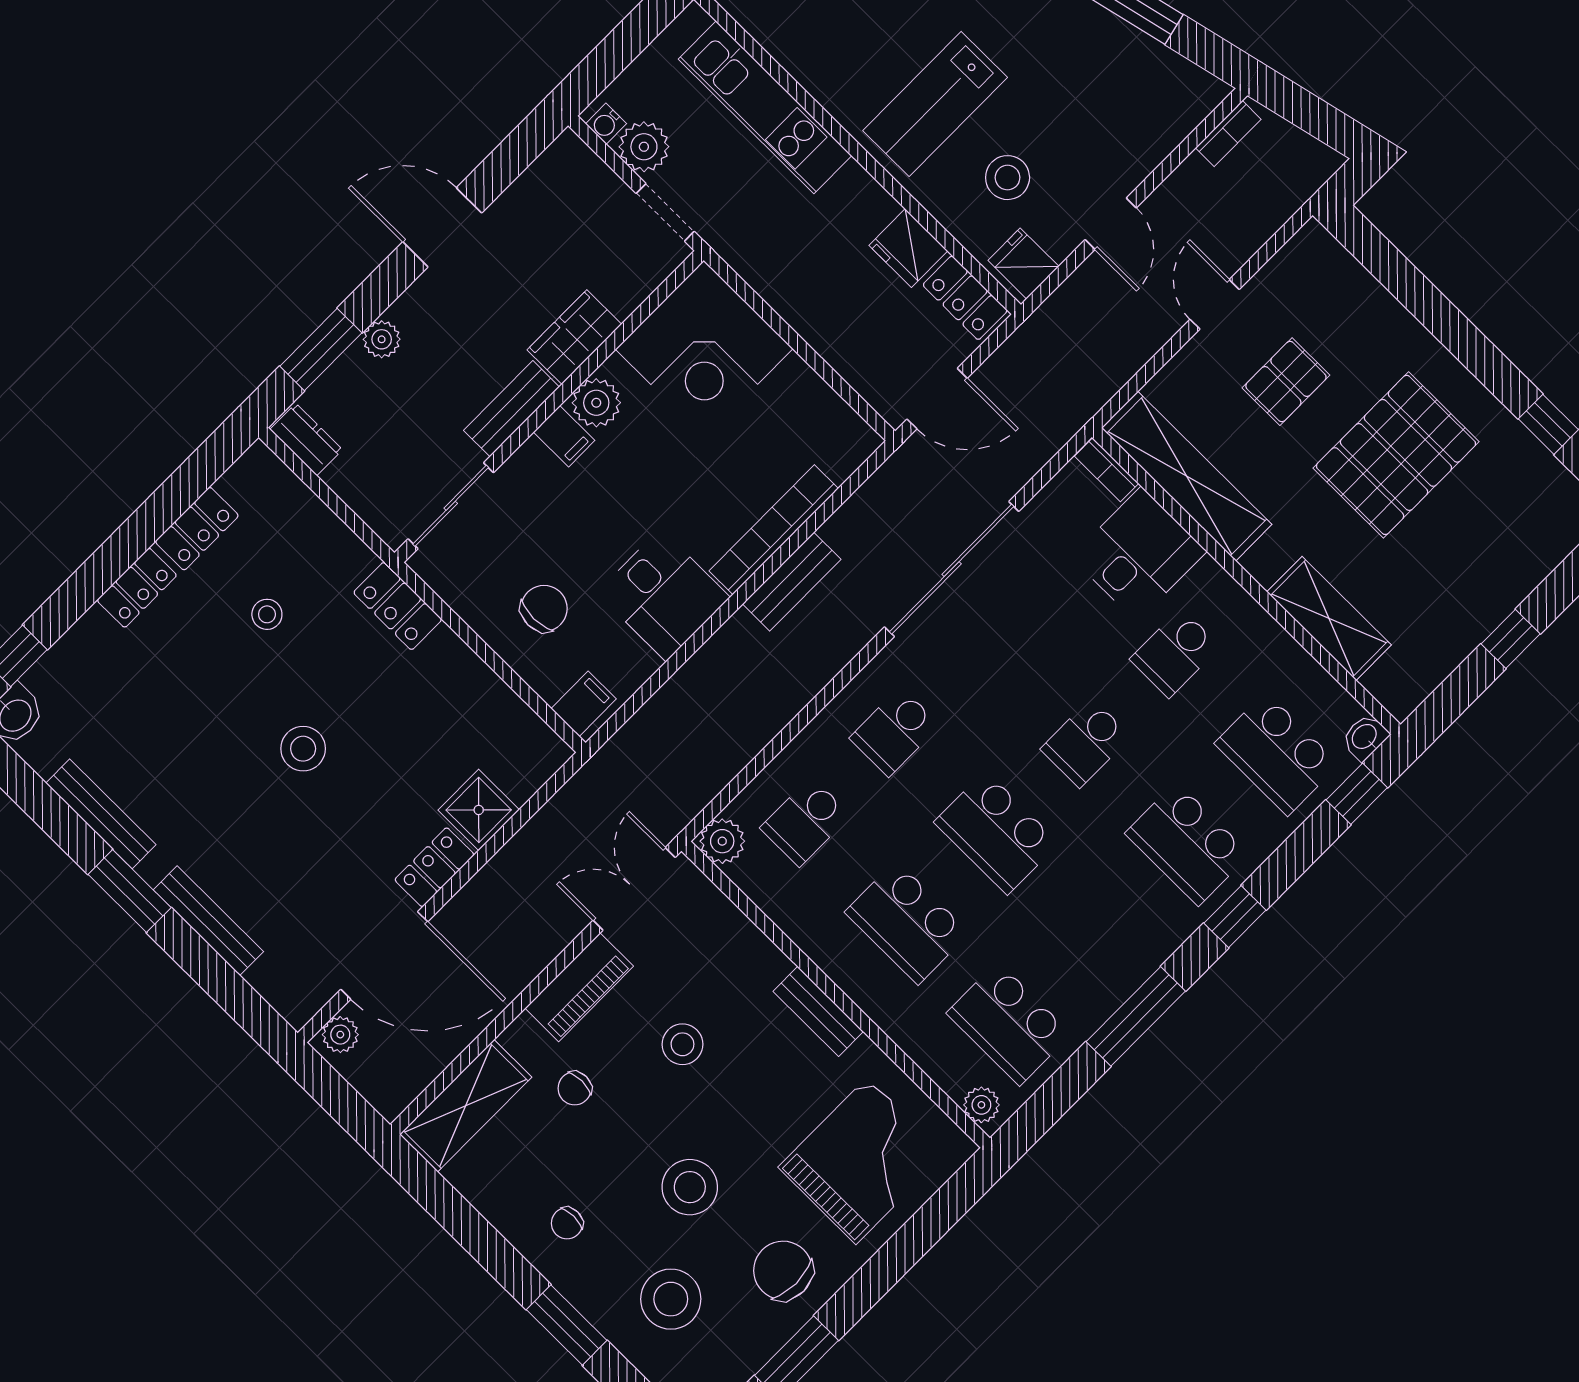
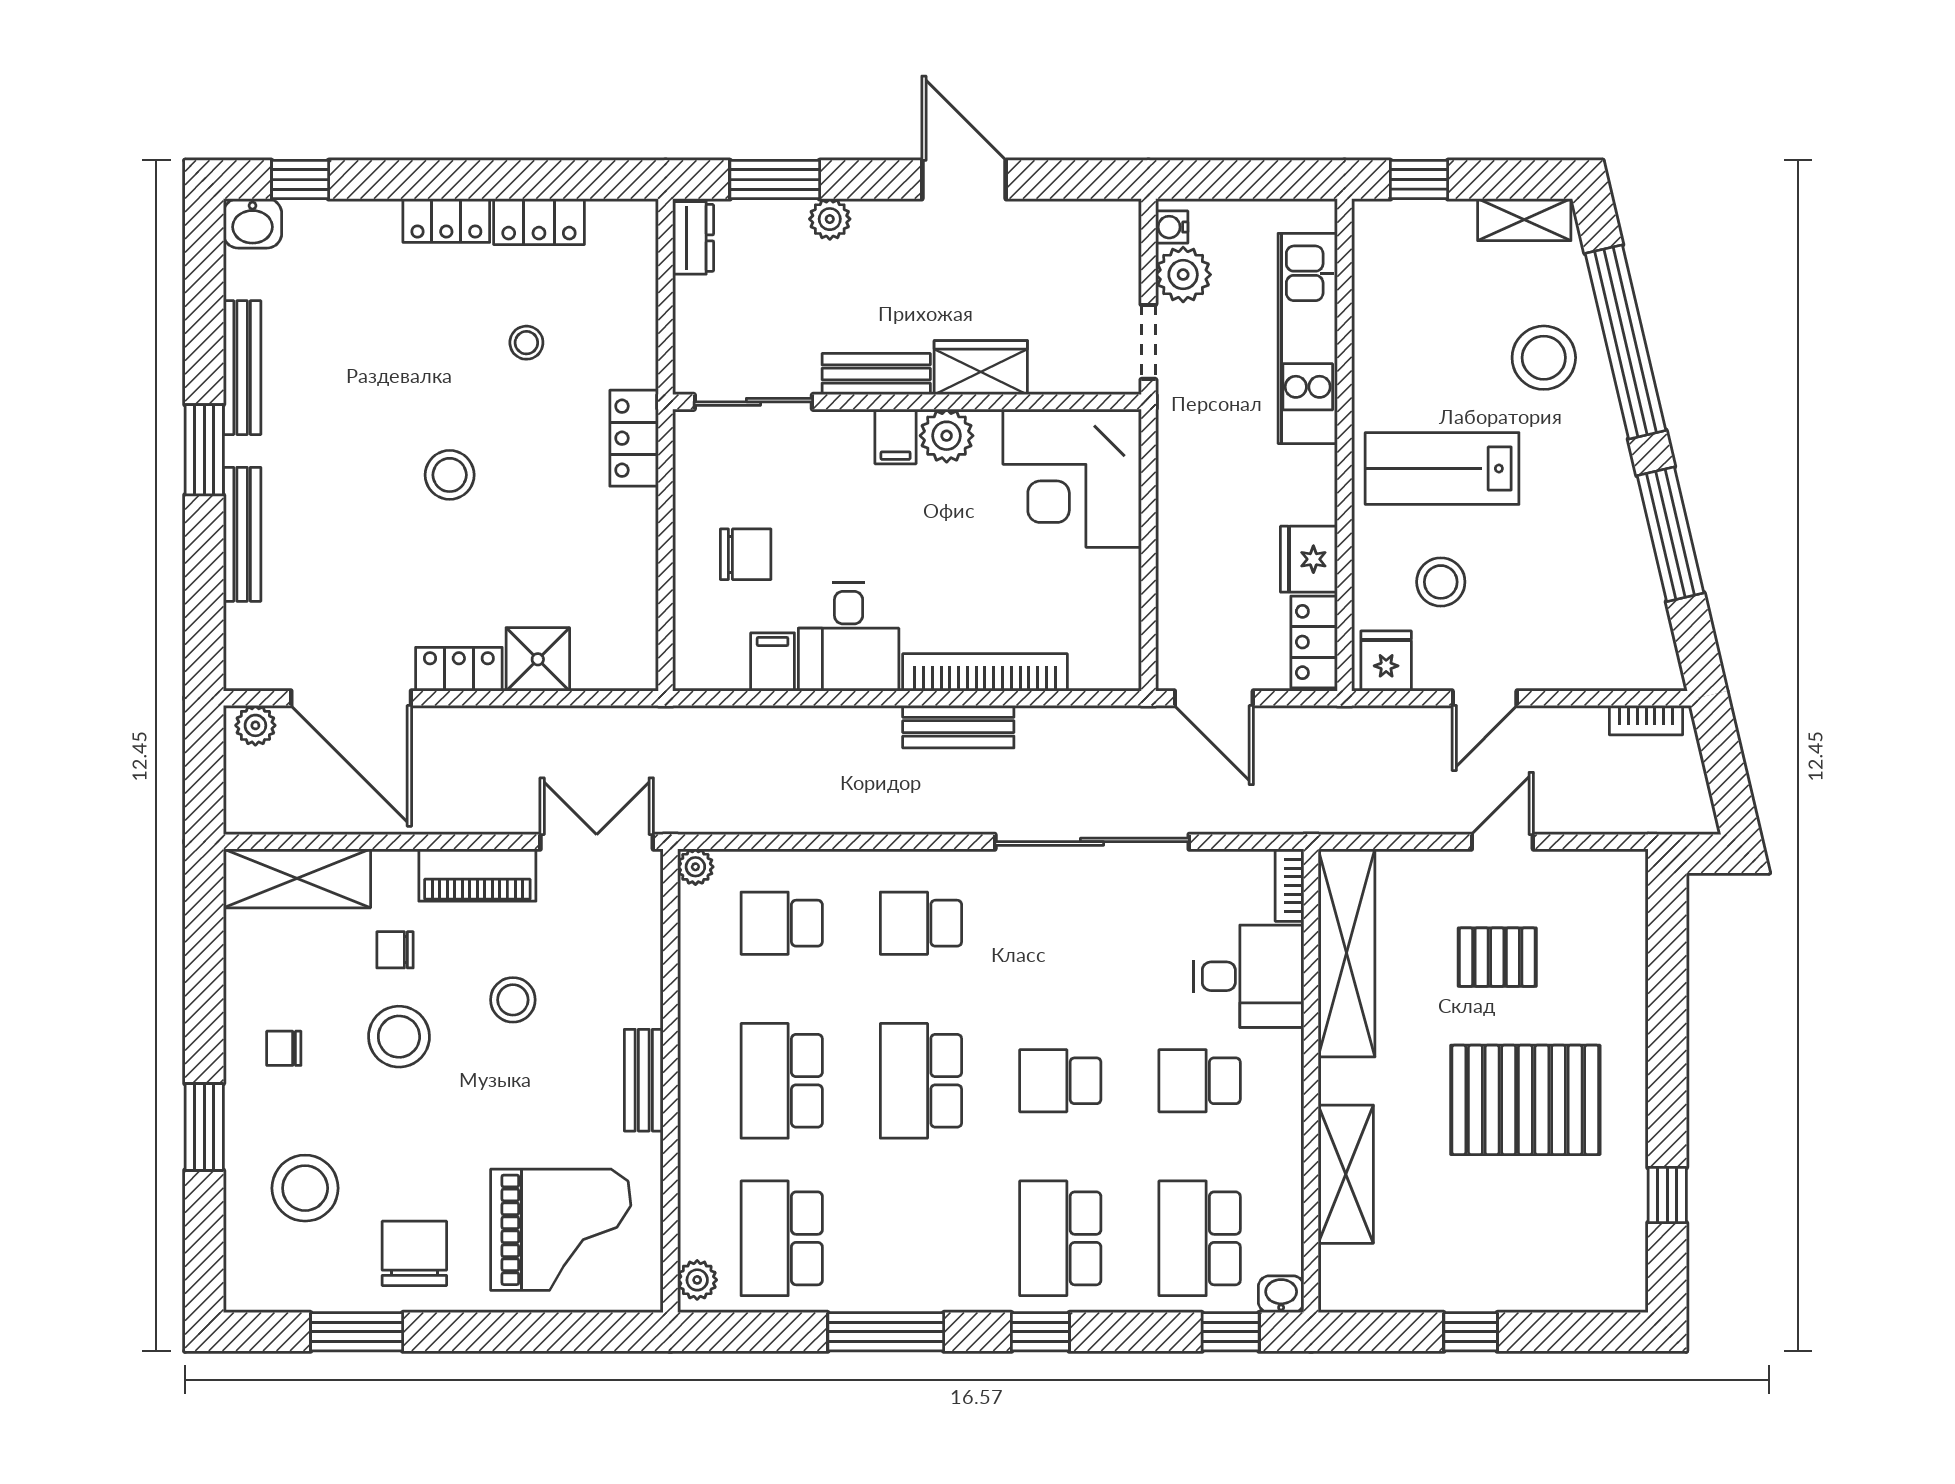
filing cabinet: (584, 704) -> (773, 662), moved, turned -90
plant: (722, 841) -> (695, 867), width x0.73, depth x0.73
stool: (690, 1187) -> (399, 1037), moved

